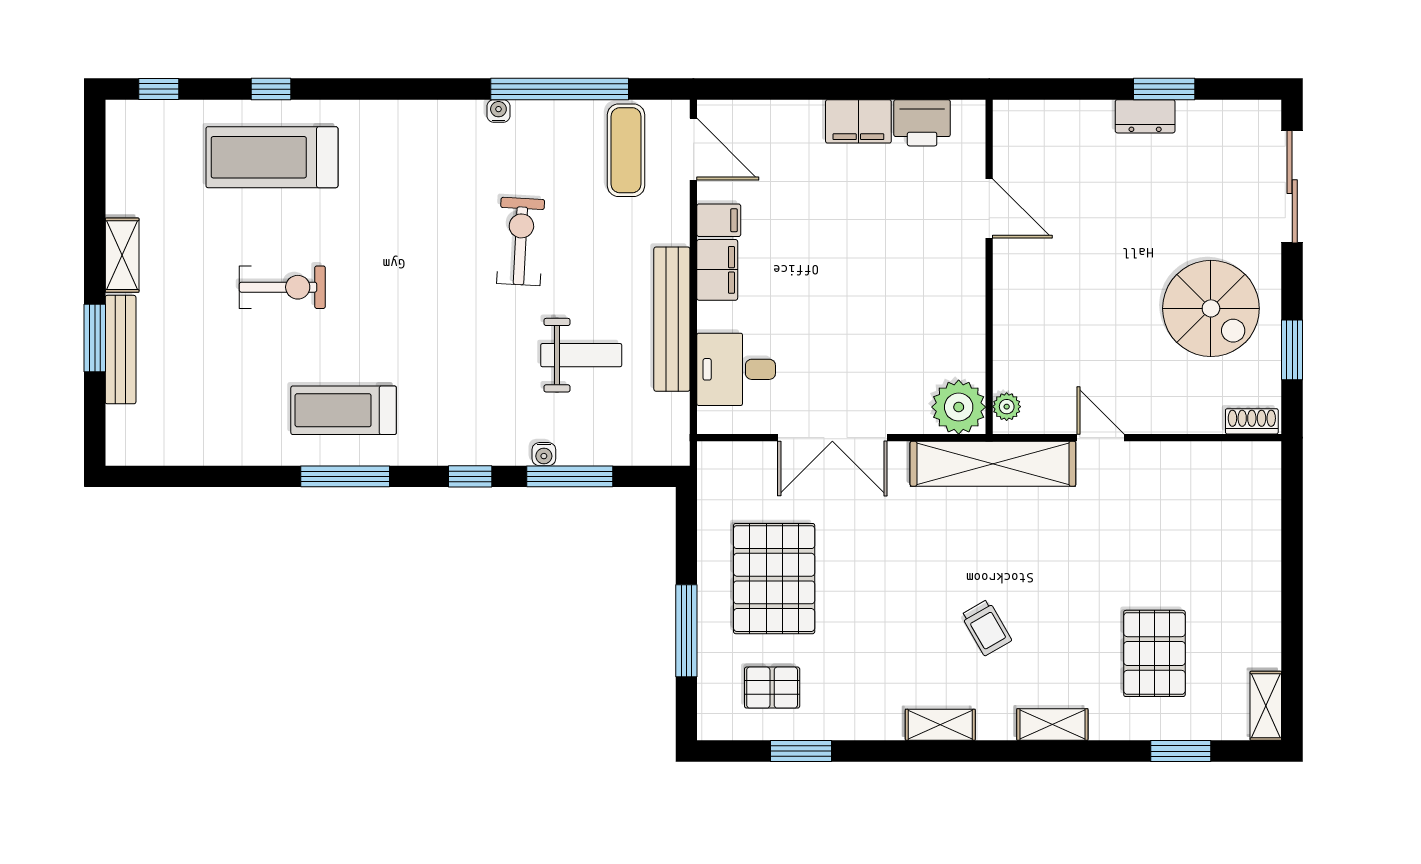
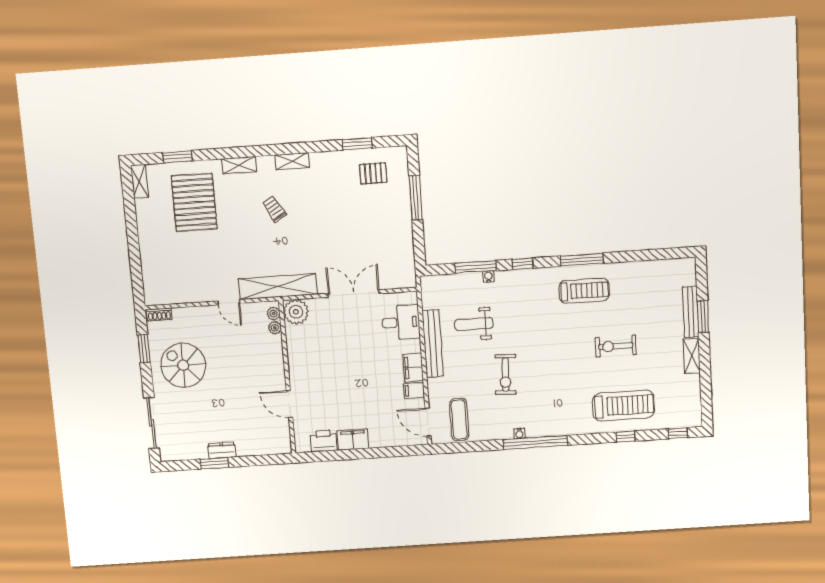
window: (560, 89) -> (535, 442), moved
plant: (1007, 376) -> (275, 328), added
pallet: (774, 579) -> (376, 225), removed
pallet: (1154, 653) -> (194, 202), width x1.37, depth x1.41

